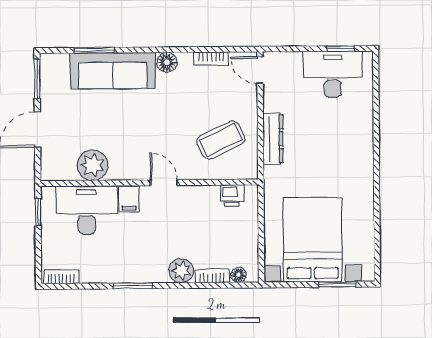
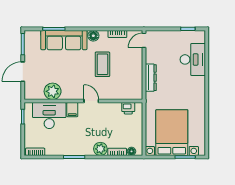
door: (260, 70) -> (144, 40), hinge flipped
desk: (333, 74) -> (193, 59), moved, turned 90
coffee table: (221, 140) -> (102, 64), moved, turned -64

